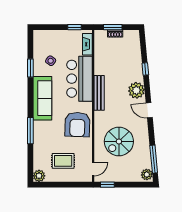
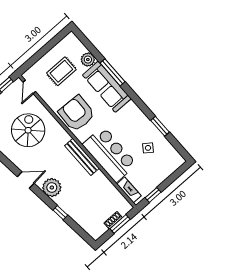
sofa: (42, 98) -> (107, 87), moved
plant: (39, 176) -> (88, 60), moved

